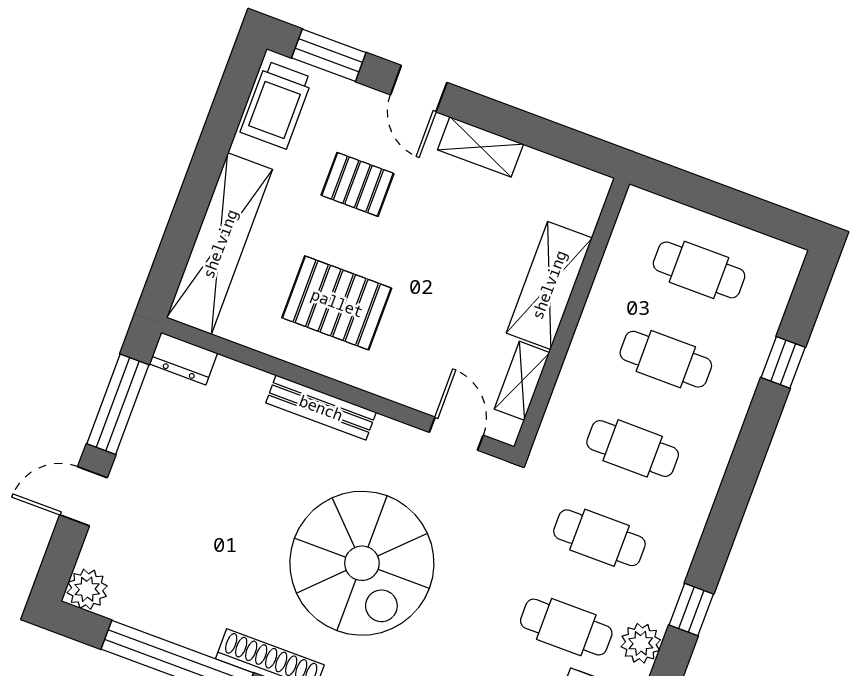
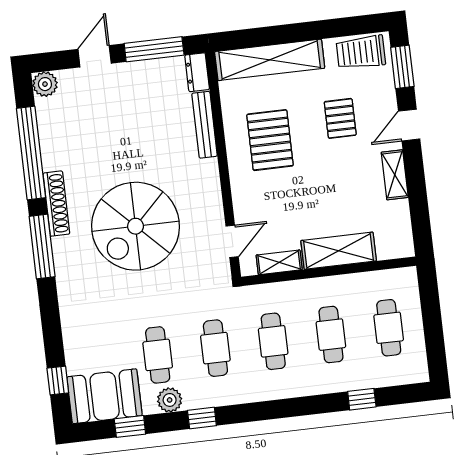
bench: (321, 408) -> (205, 125), moved
door: (84, 496) -> (95, 56), hinge flipped

